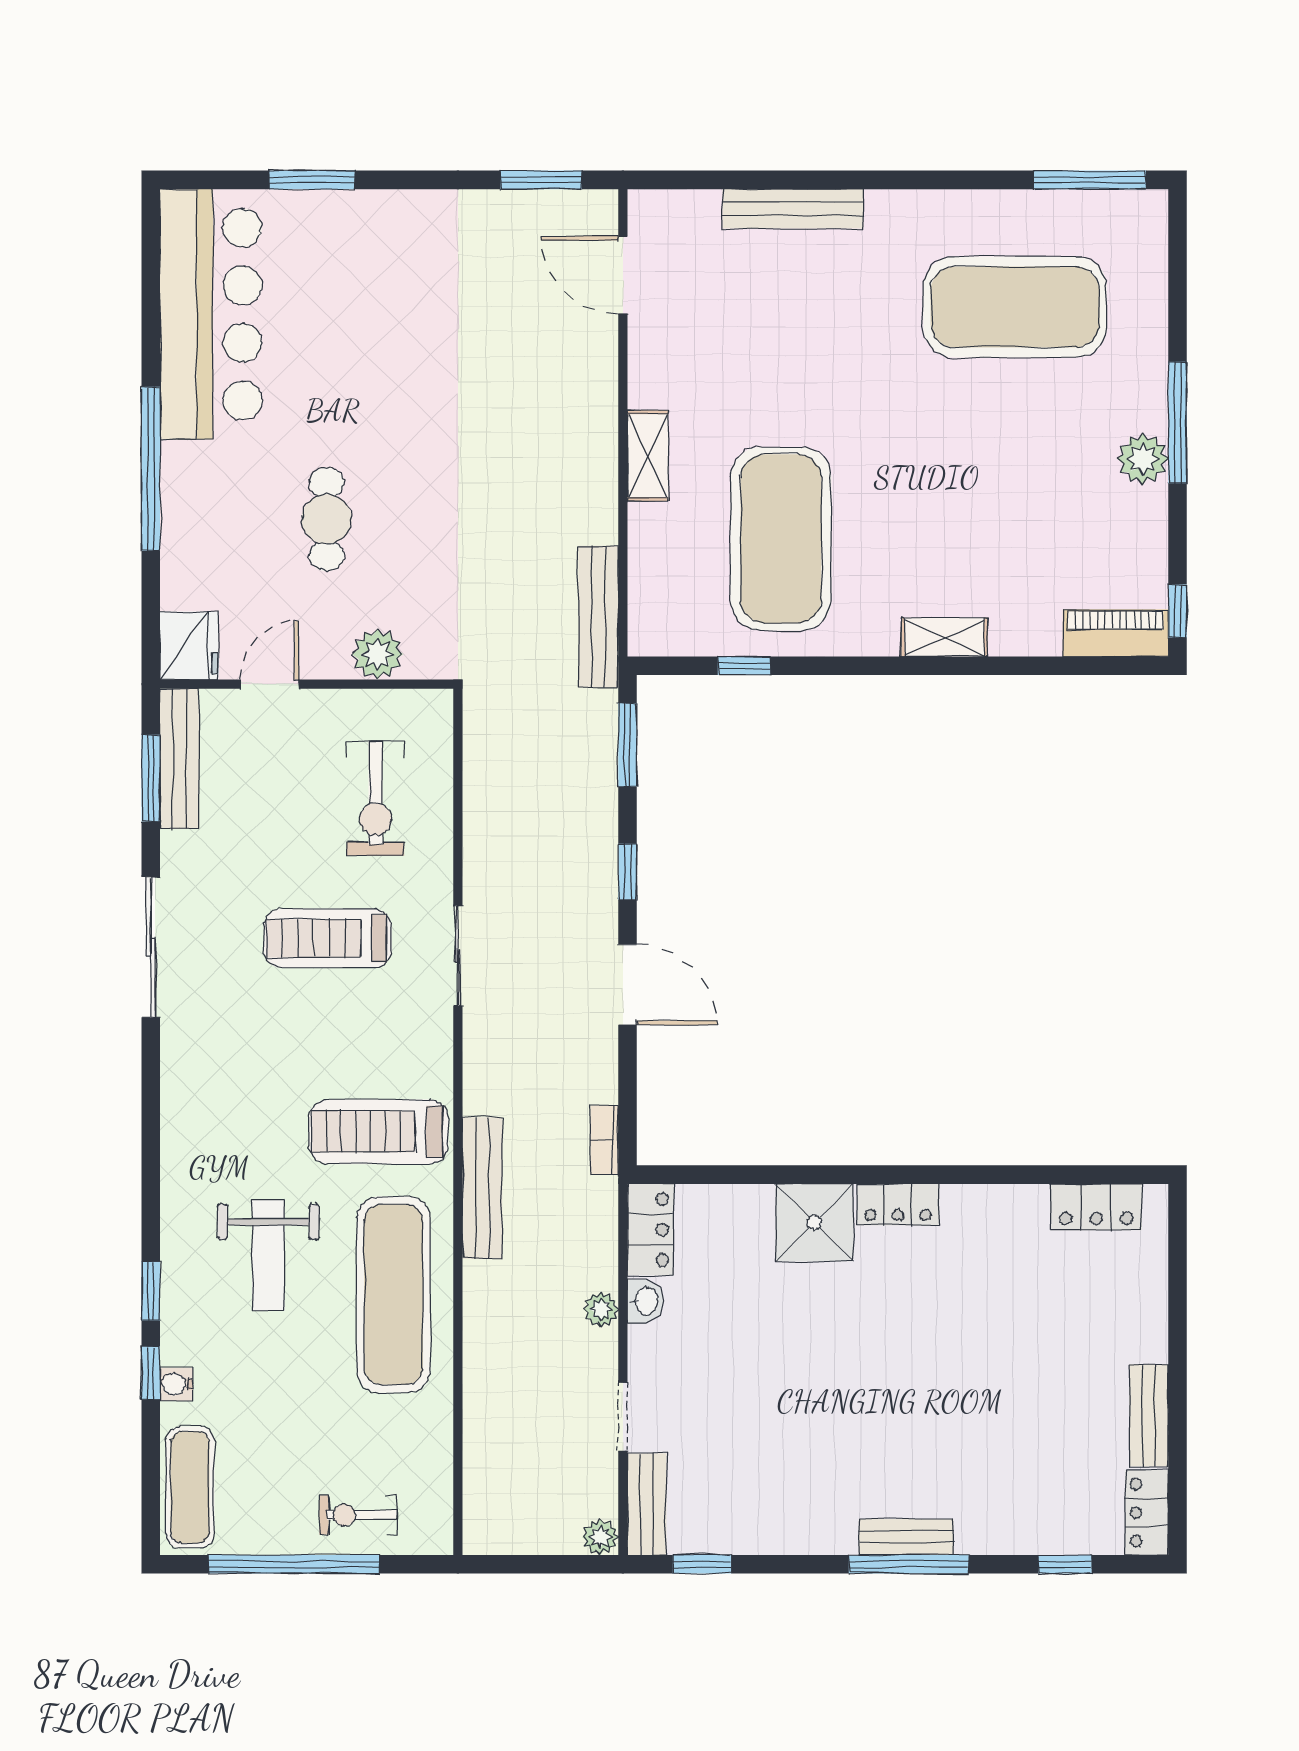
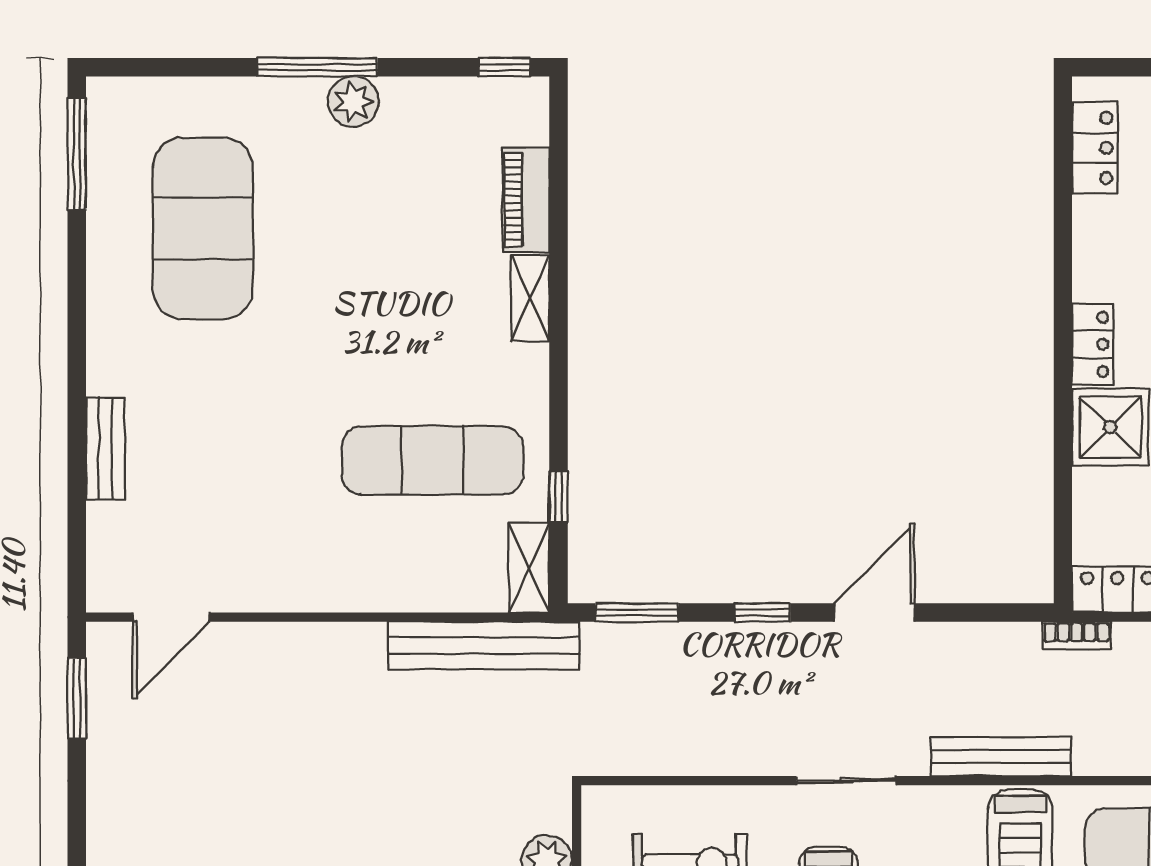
bench: (793, 209) -> (105, 448), width x0.73
shelving: (648, 456) -> (529, 568), moved, turned 90
exercise mat: (781, 539) -> (432, 460), width x0.68
bench: (599, 616) -> (484, 645), width x1.37, depth x1.21
piano: (1116, 633) -> (526, 200), moved
bookcase: (604, 1140) -> (1076, 635), moved
bench: (482, 1188) -> (1001, 757), moved

